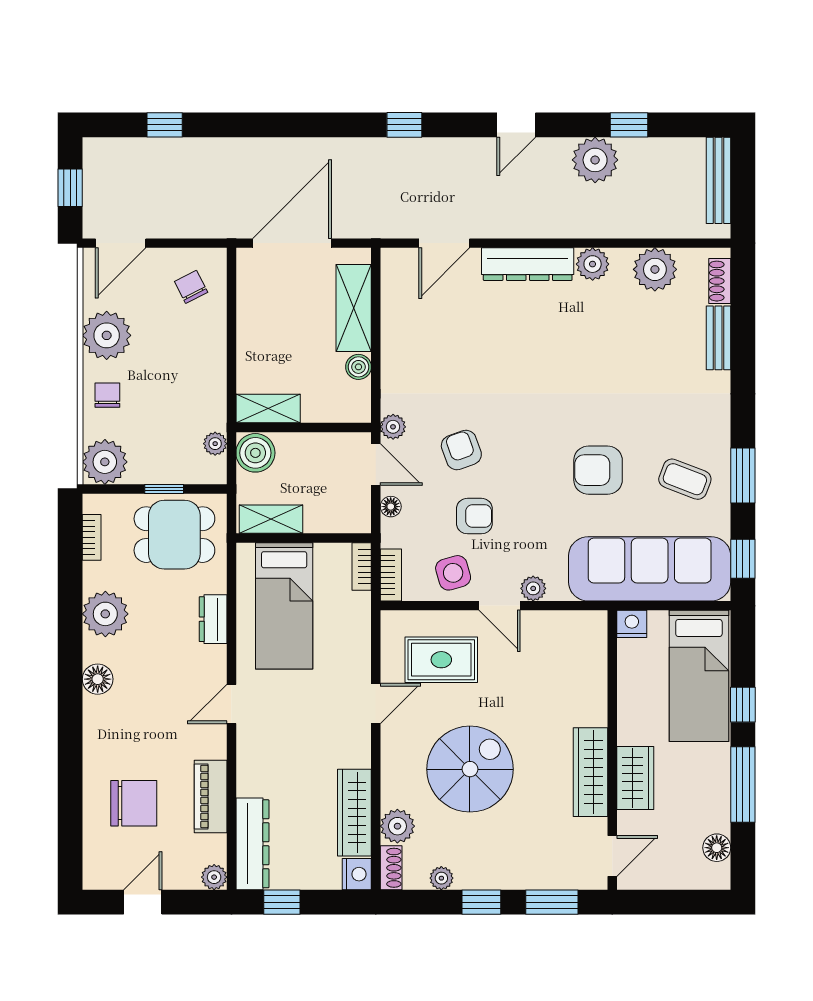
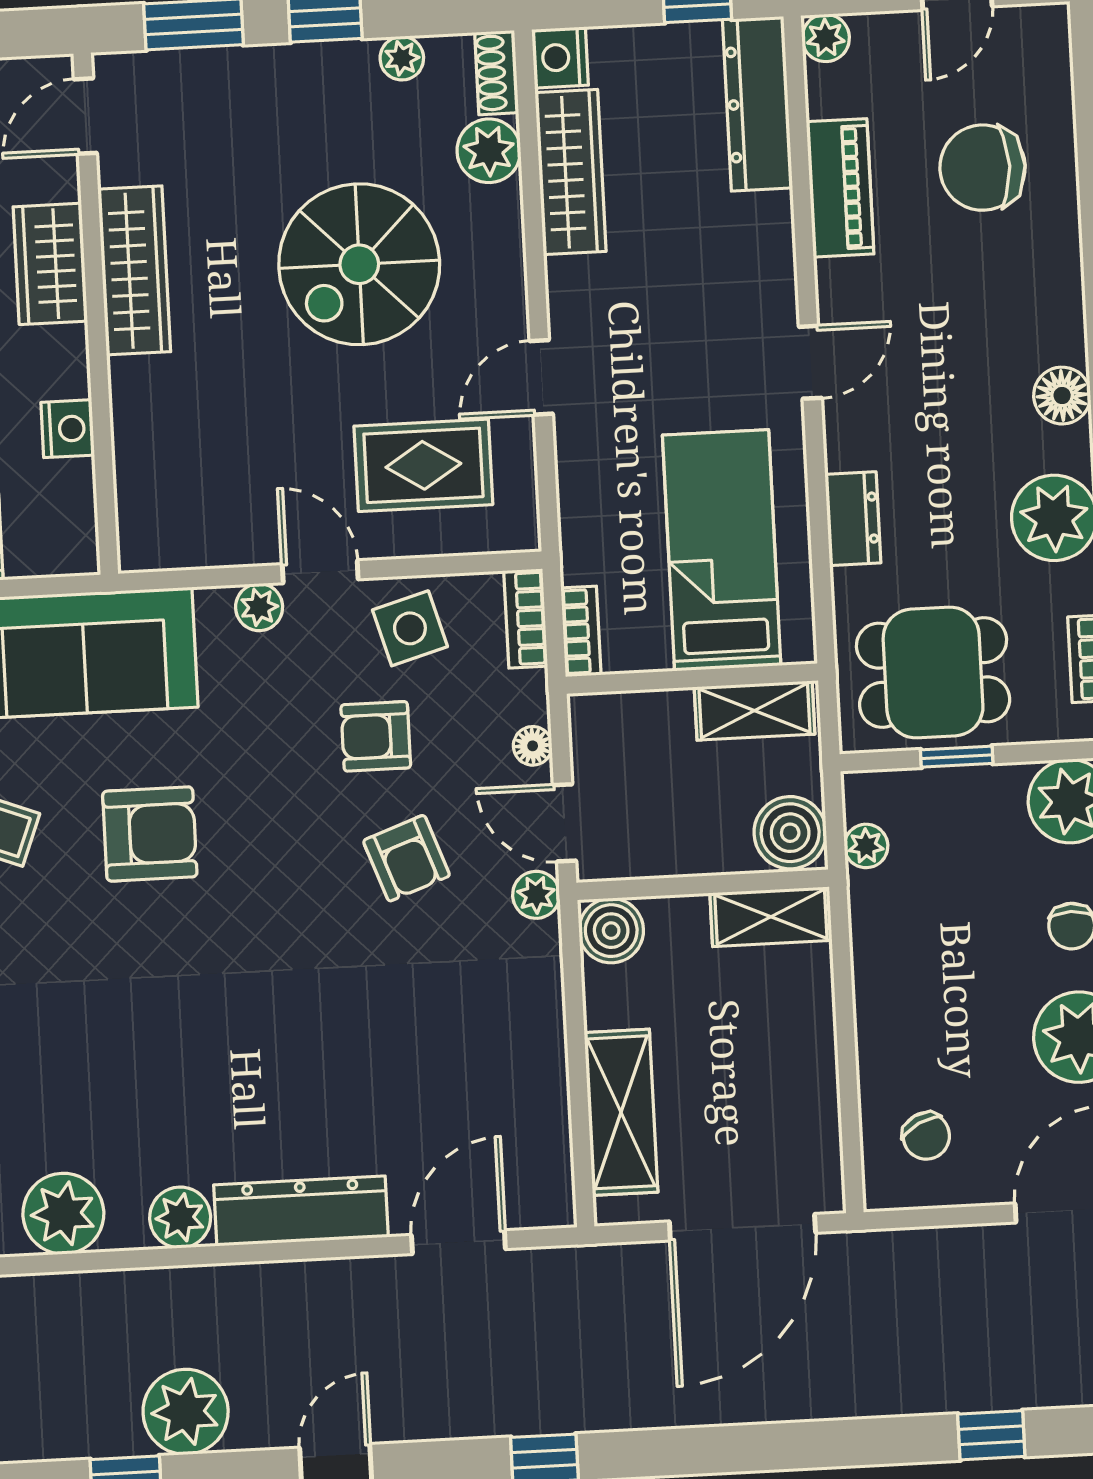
boiler: (358, 367) -> (611, 931), moved, width x1.36, depth x1.36
nightstand: (632, 624) -> (68, 429), moved, turned -90

